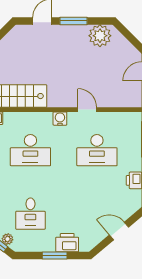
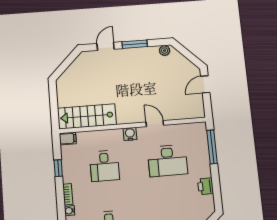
plant: (100, 36) -> (165, 51), width x0.53, depth x0.53
desk: (30, 150) -> (105, 166), width x0.73

